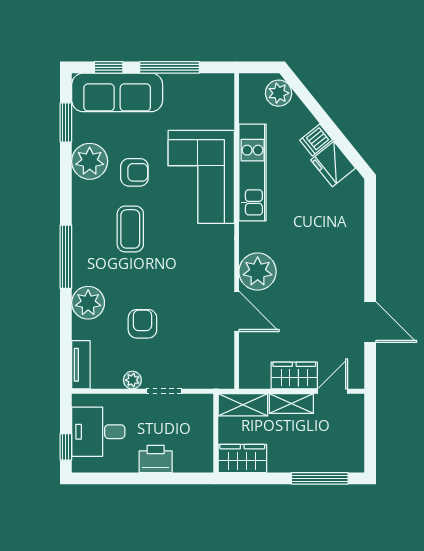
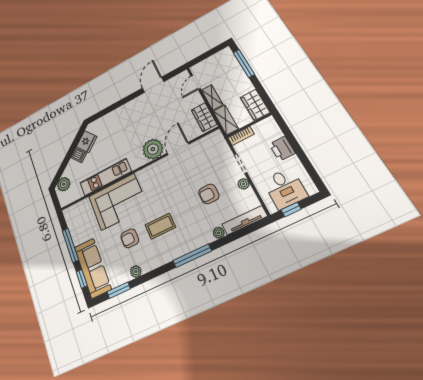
plant: (90, 161) -> (136, 271), width x0.53, depth x0.53
armchair: (134, 172) -> (130, 238), turned -90
plant: (88, 303) -> (219, 233), width x0.53, depth x0.53
tv unit: (81, 365) -> (245, 220), width x1.41
wardrobe: (294, 376) -> (204, 117), moved
door: (333, 391) -> (195, 82), hinge flipped
bookcase: (205, 413) -> (241, 136), added
window: (66, 447) -> (291, 209), moved

